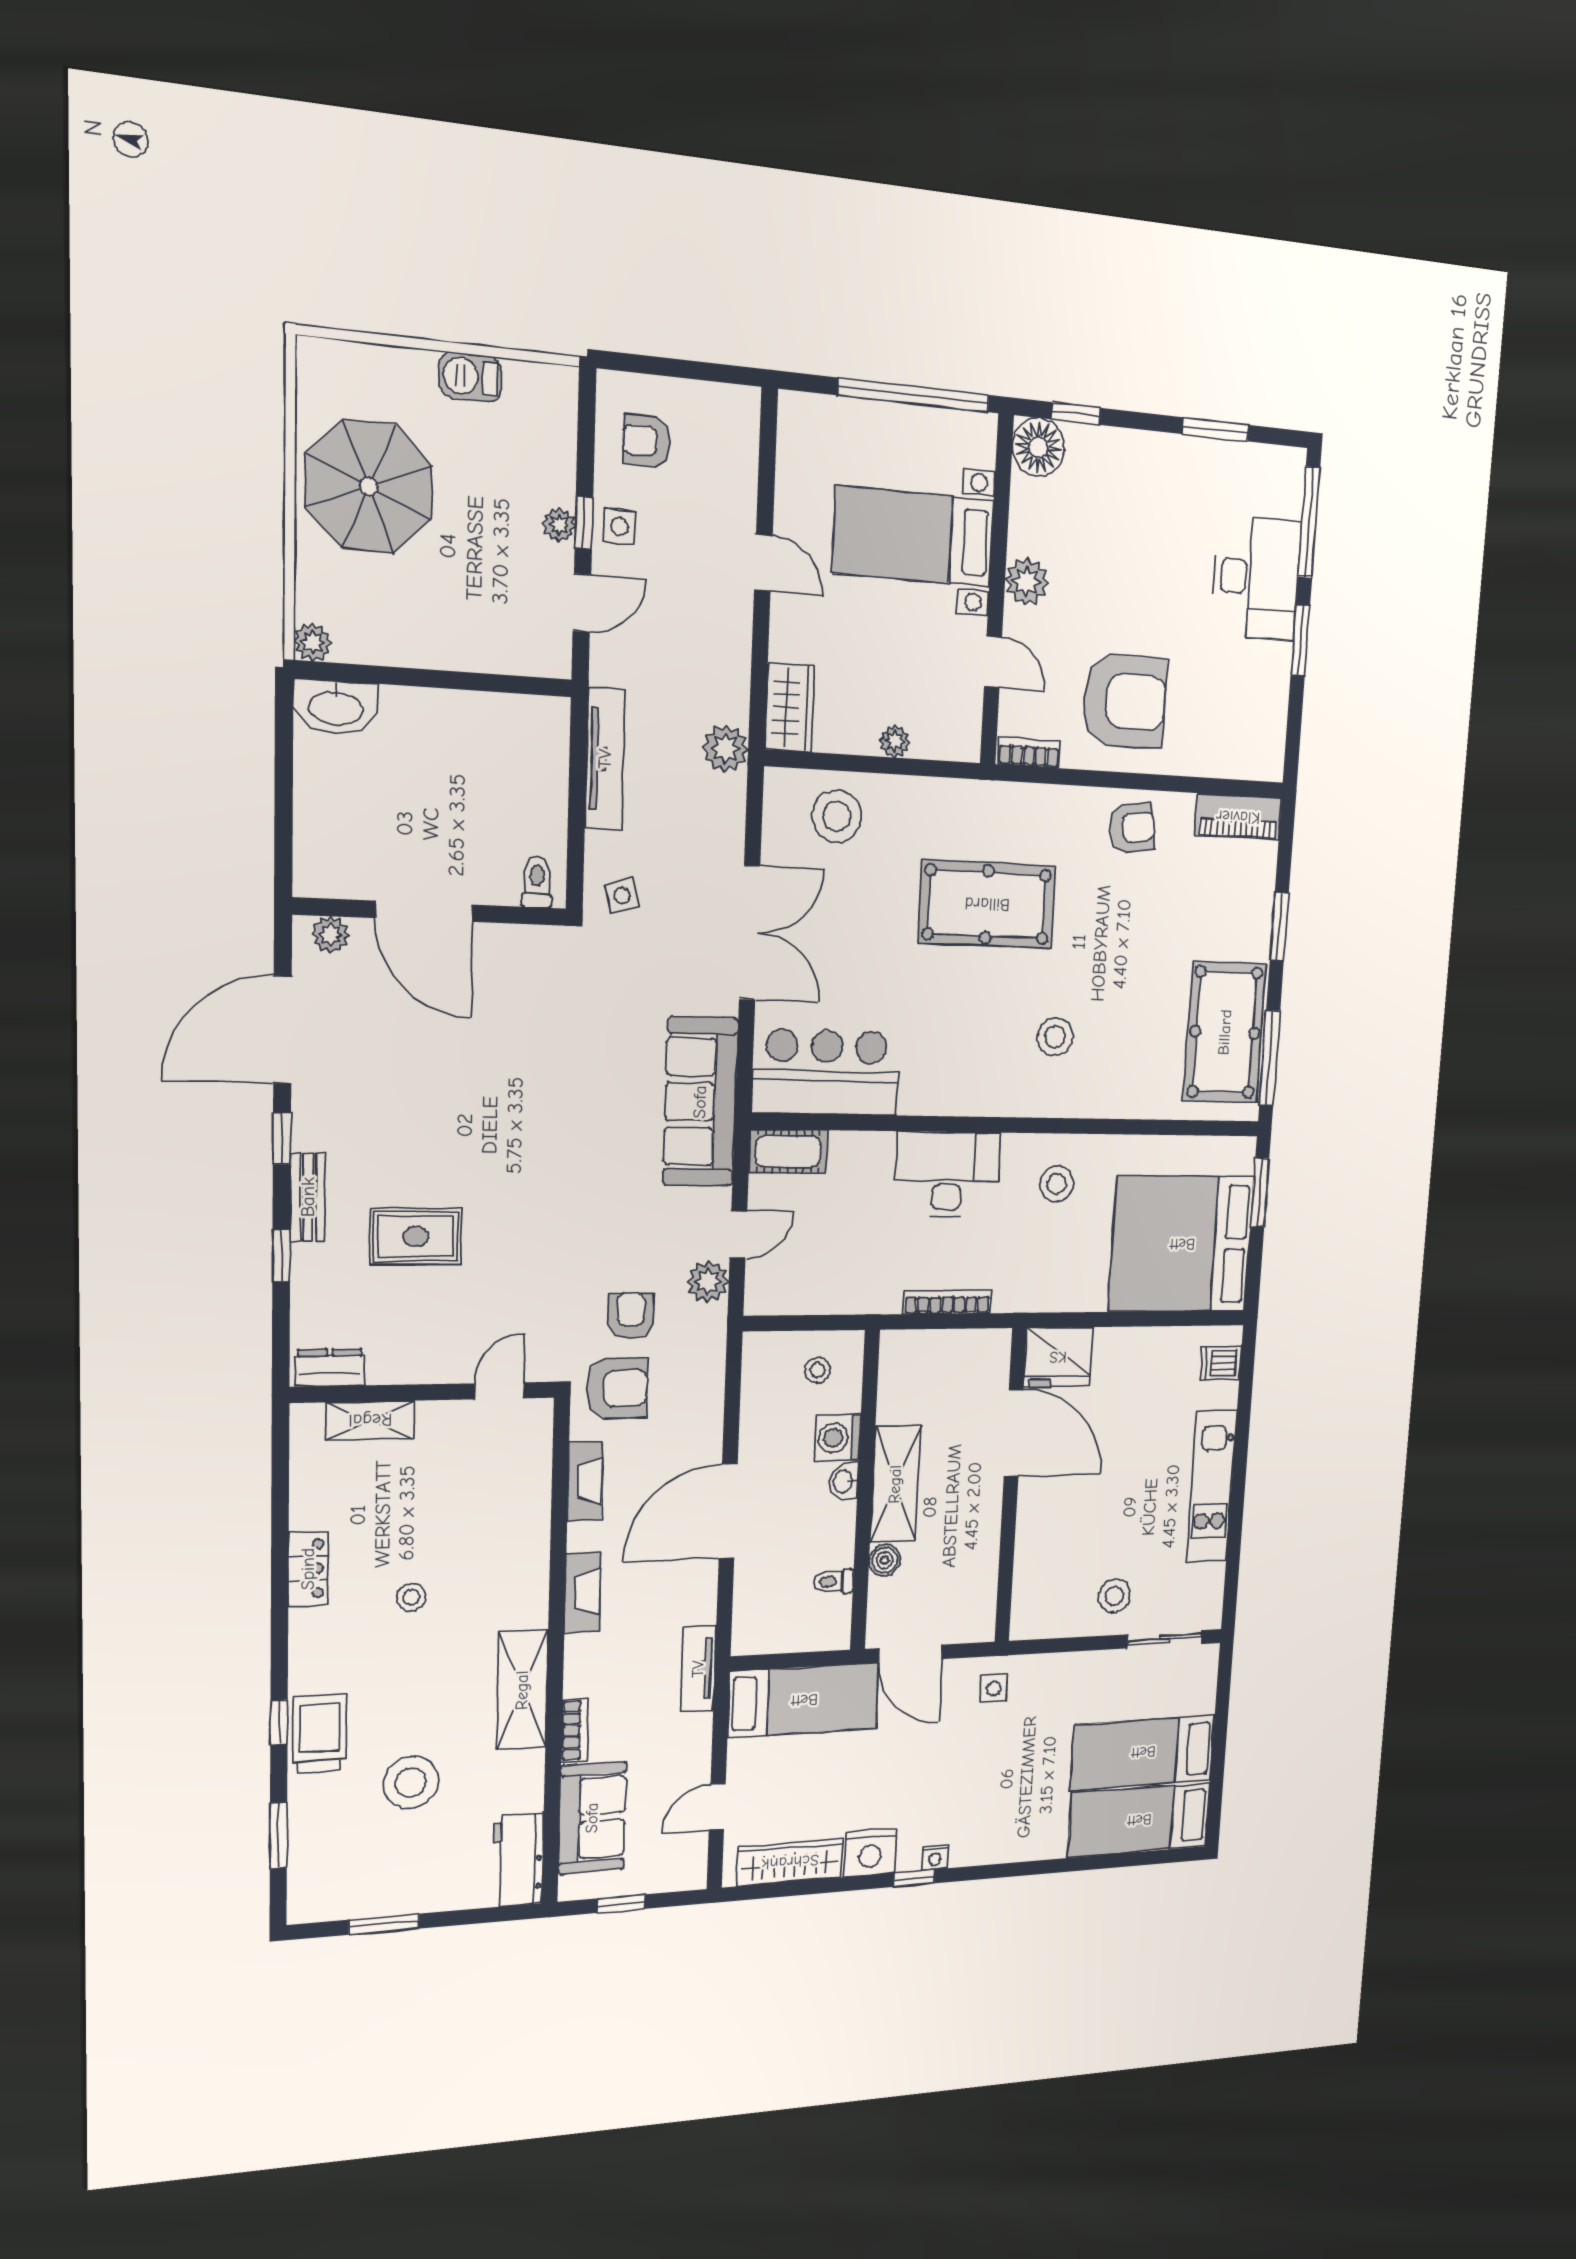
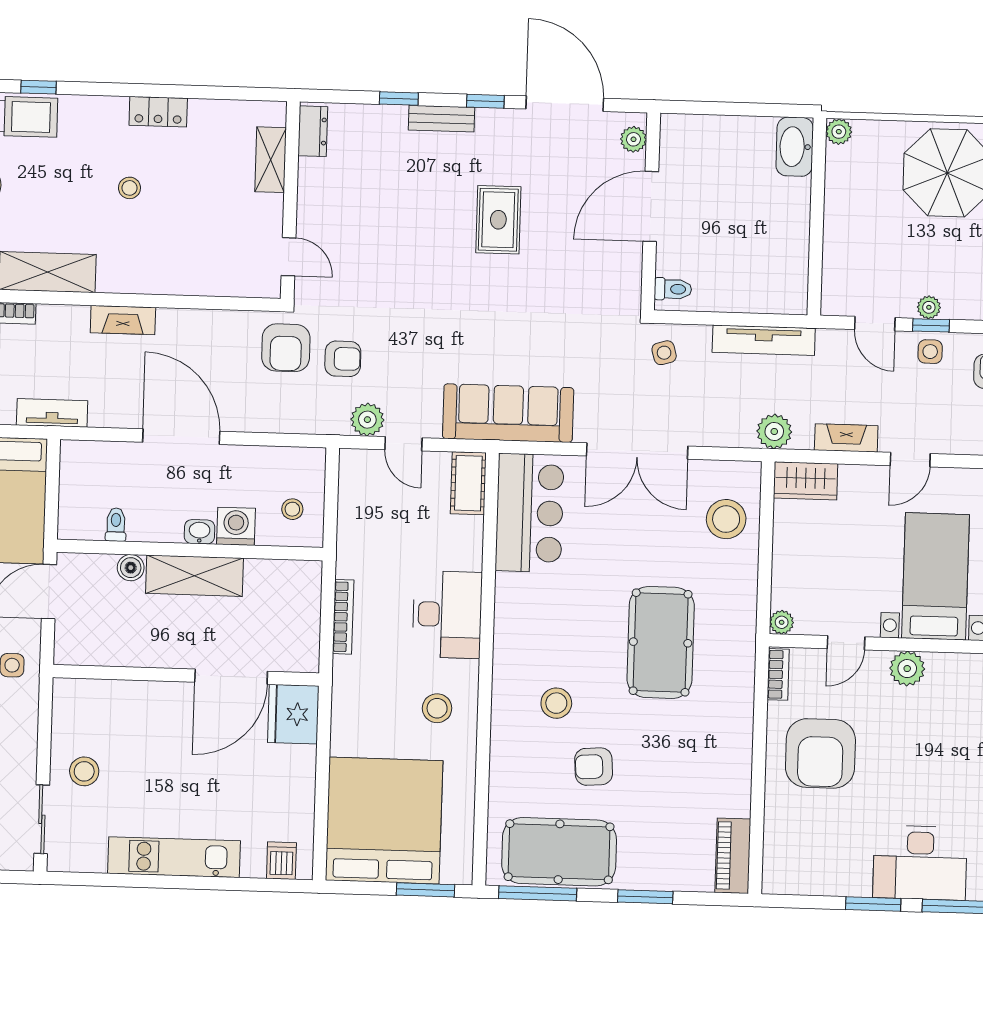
plant: (895, 741) -> (782, 622), moved
armchair: (1132, 828) -> (594, 767), moved, turned 95
rug: (416, 1236) -> (498, 220), moved
fireplace: (585, 1481) -> (846, 438), moved, turned 180

